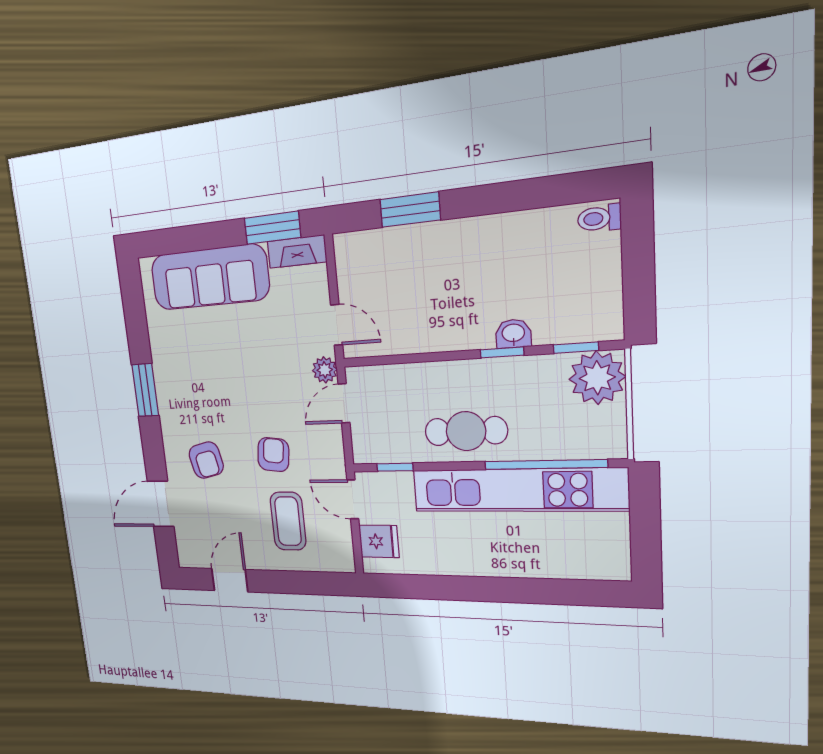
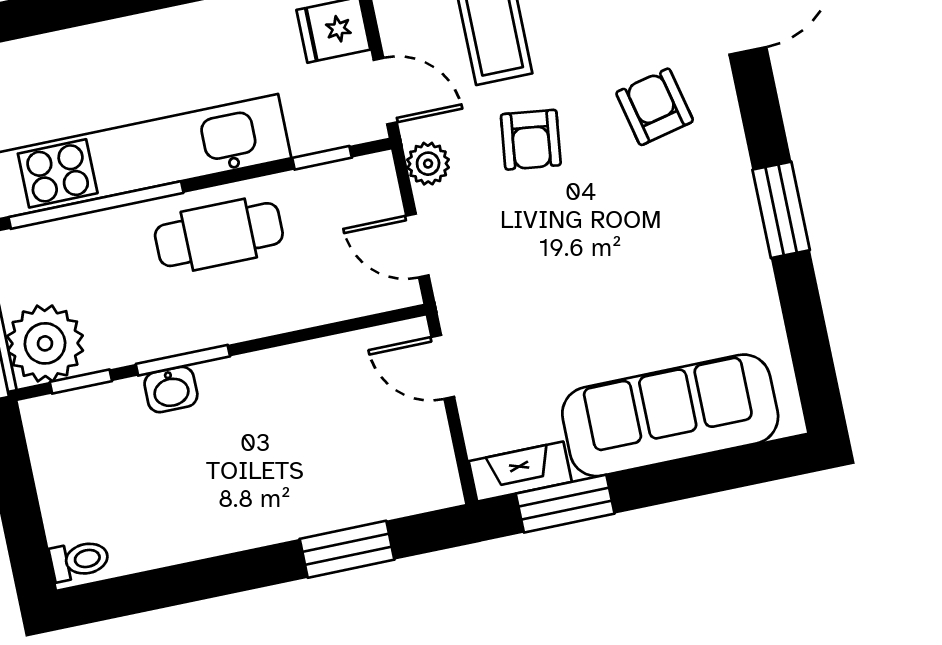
window: (502, 352) -> (183, 360), width x1.50
plant: (325, 370) -> (428, 164), moved
door: (344, 403) -> (417, 246), swing flipped

